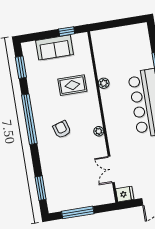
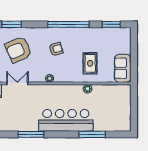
window: (67, 31) -> (134, 66), removed
sofa: (55, 47) -> (123, 68), moved
armchair: (70, 175) -> (18, 50), added

